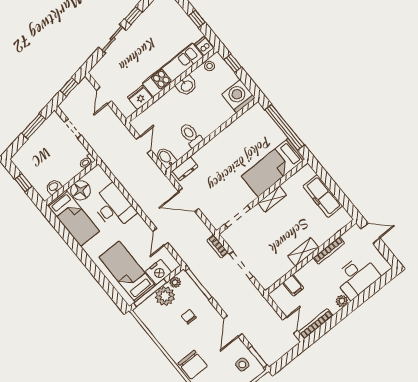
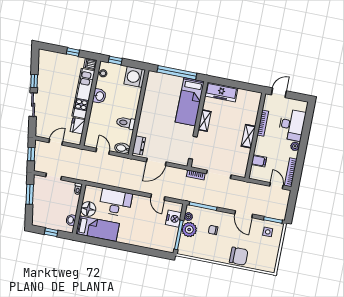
door: (104, 96) -> (56, 142), swing flipped
freezer: (323, 196) -> (221, 92), moved
bed: (127, 271) -> (155, 234), removed

